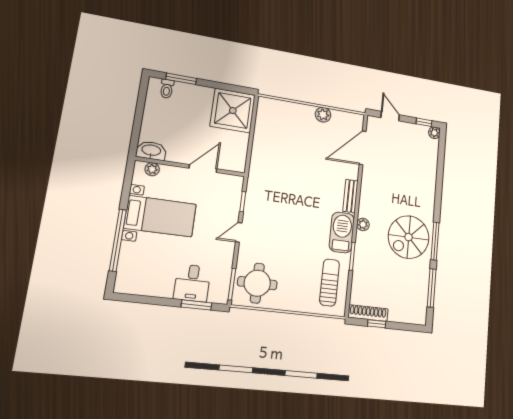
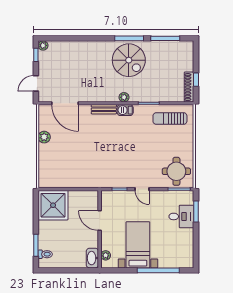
barbecue: (342, 232) -> (125, 110), width x0.53, depth x0.65

